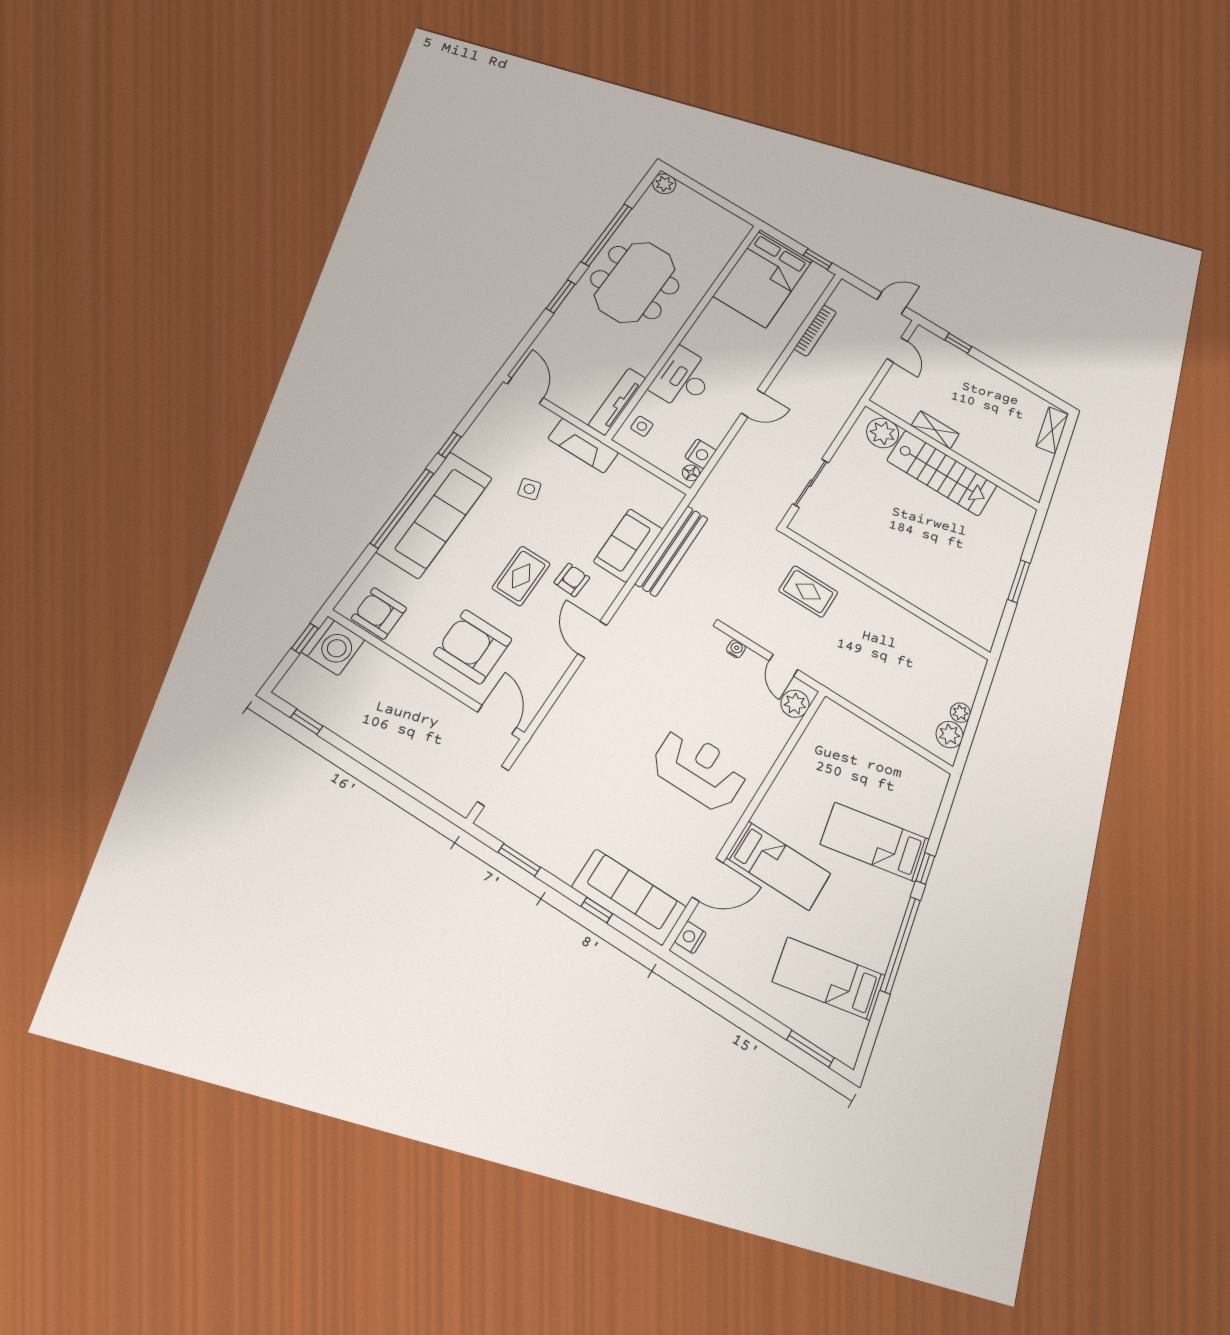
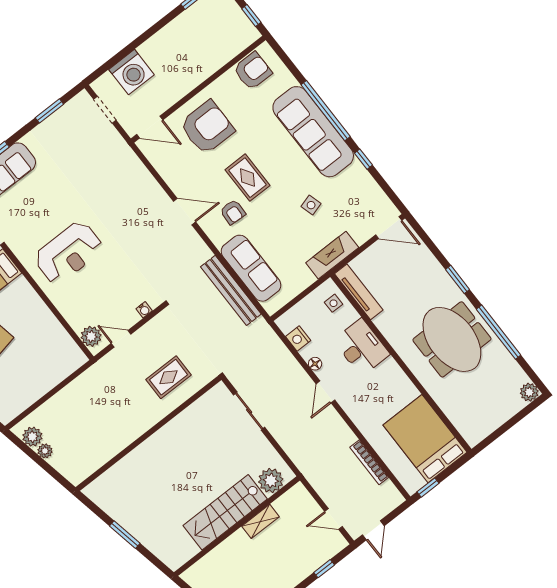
floor lamp: (691, 473) -> (315, 364), moved
sofa: (628, 545) -> (251, 268), width x1.36
washing machine: (333, 646) -> (132, 72), moved, turned -90

